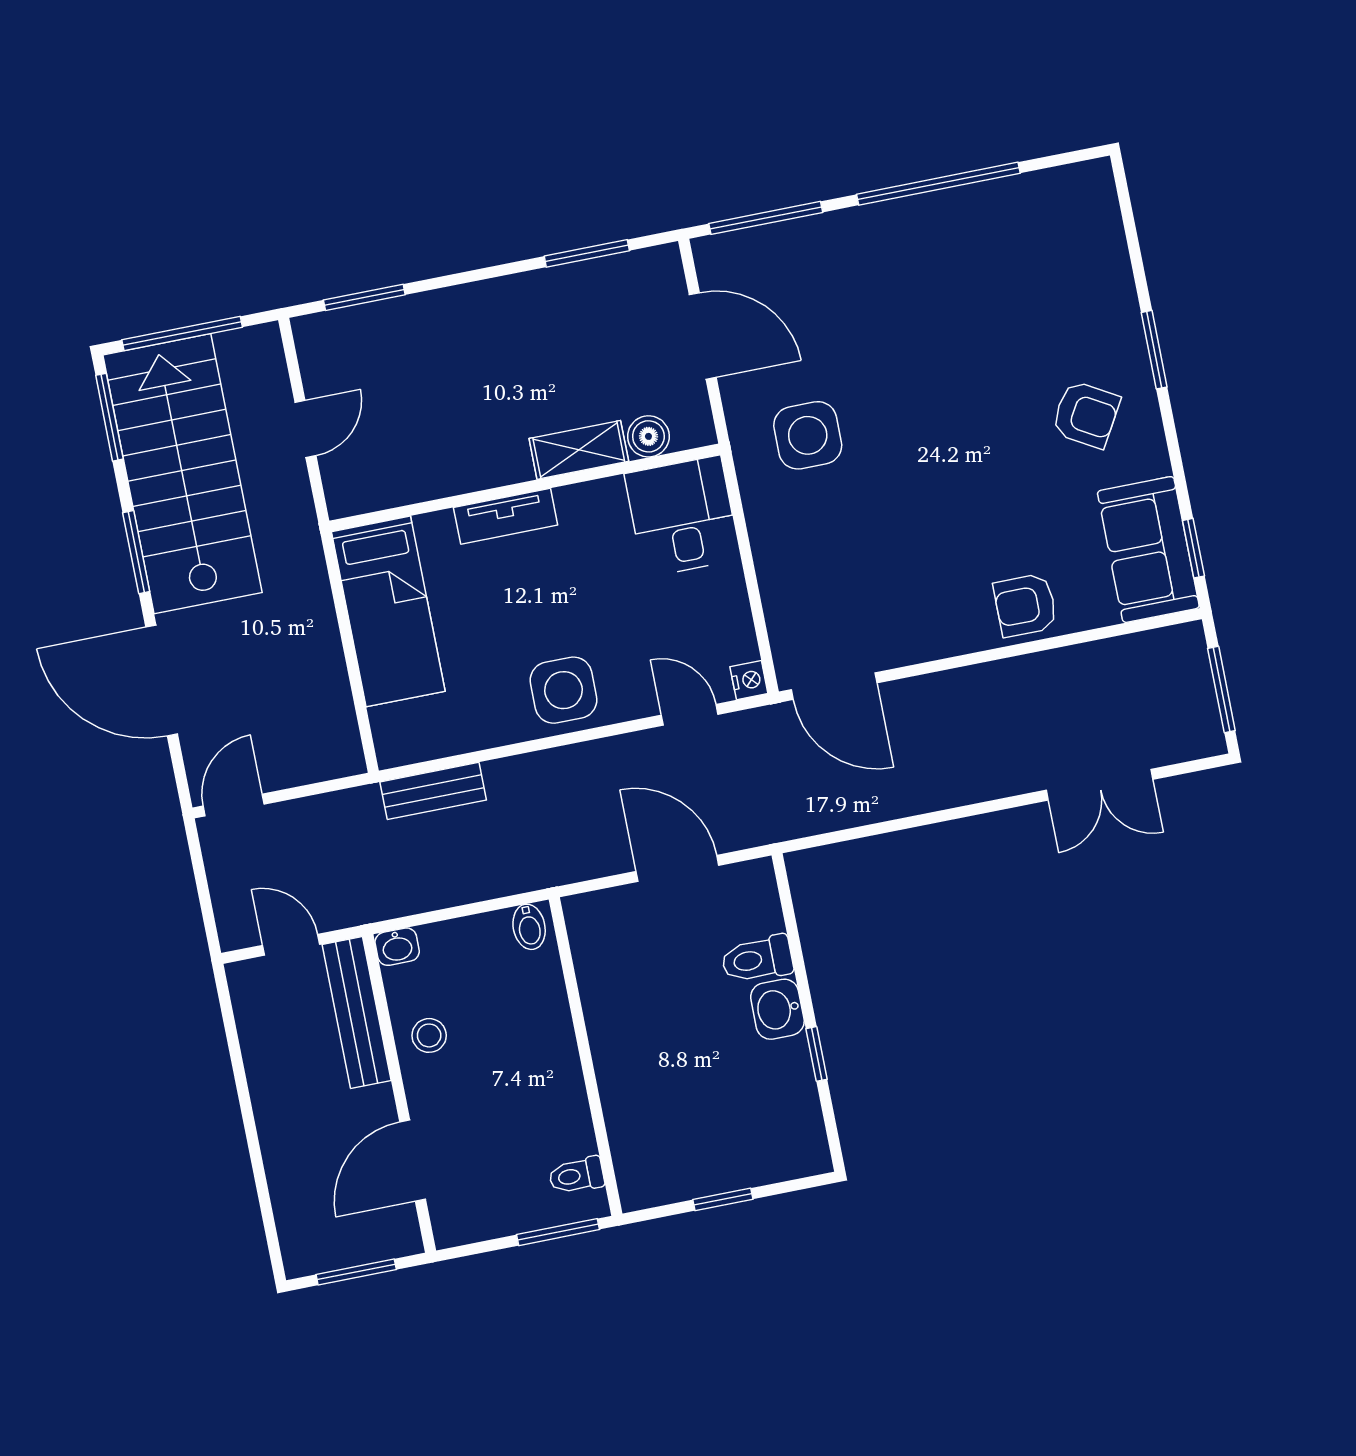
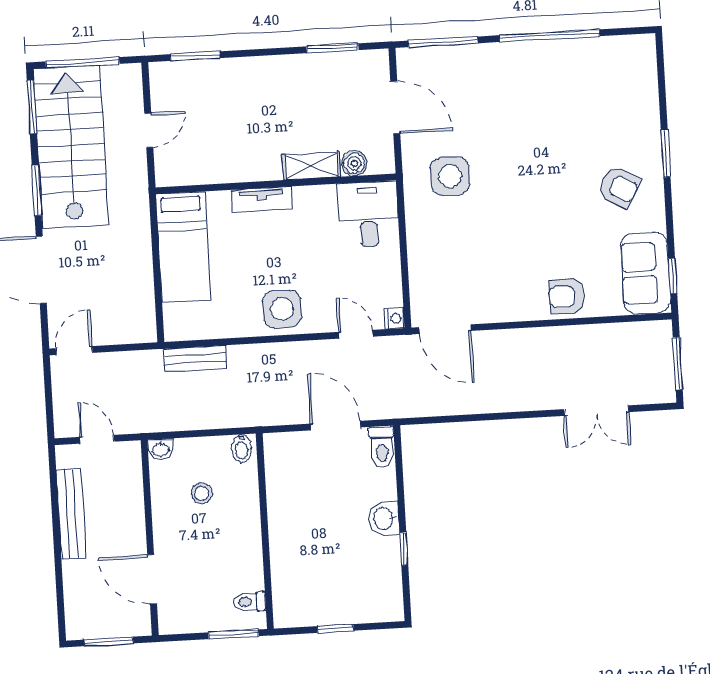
toilet: (757, 959) -> (382, 447), moved, turned -90
bench: (357, 1012) -> (71, 514), moved
stool: (429, 1035) -> (202, 493), moved
door: (413, 1161) -> (152, 579), hinge flipped

